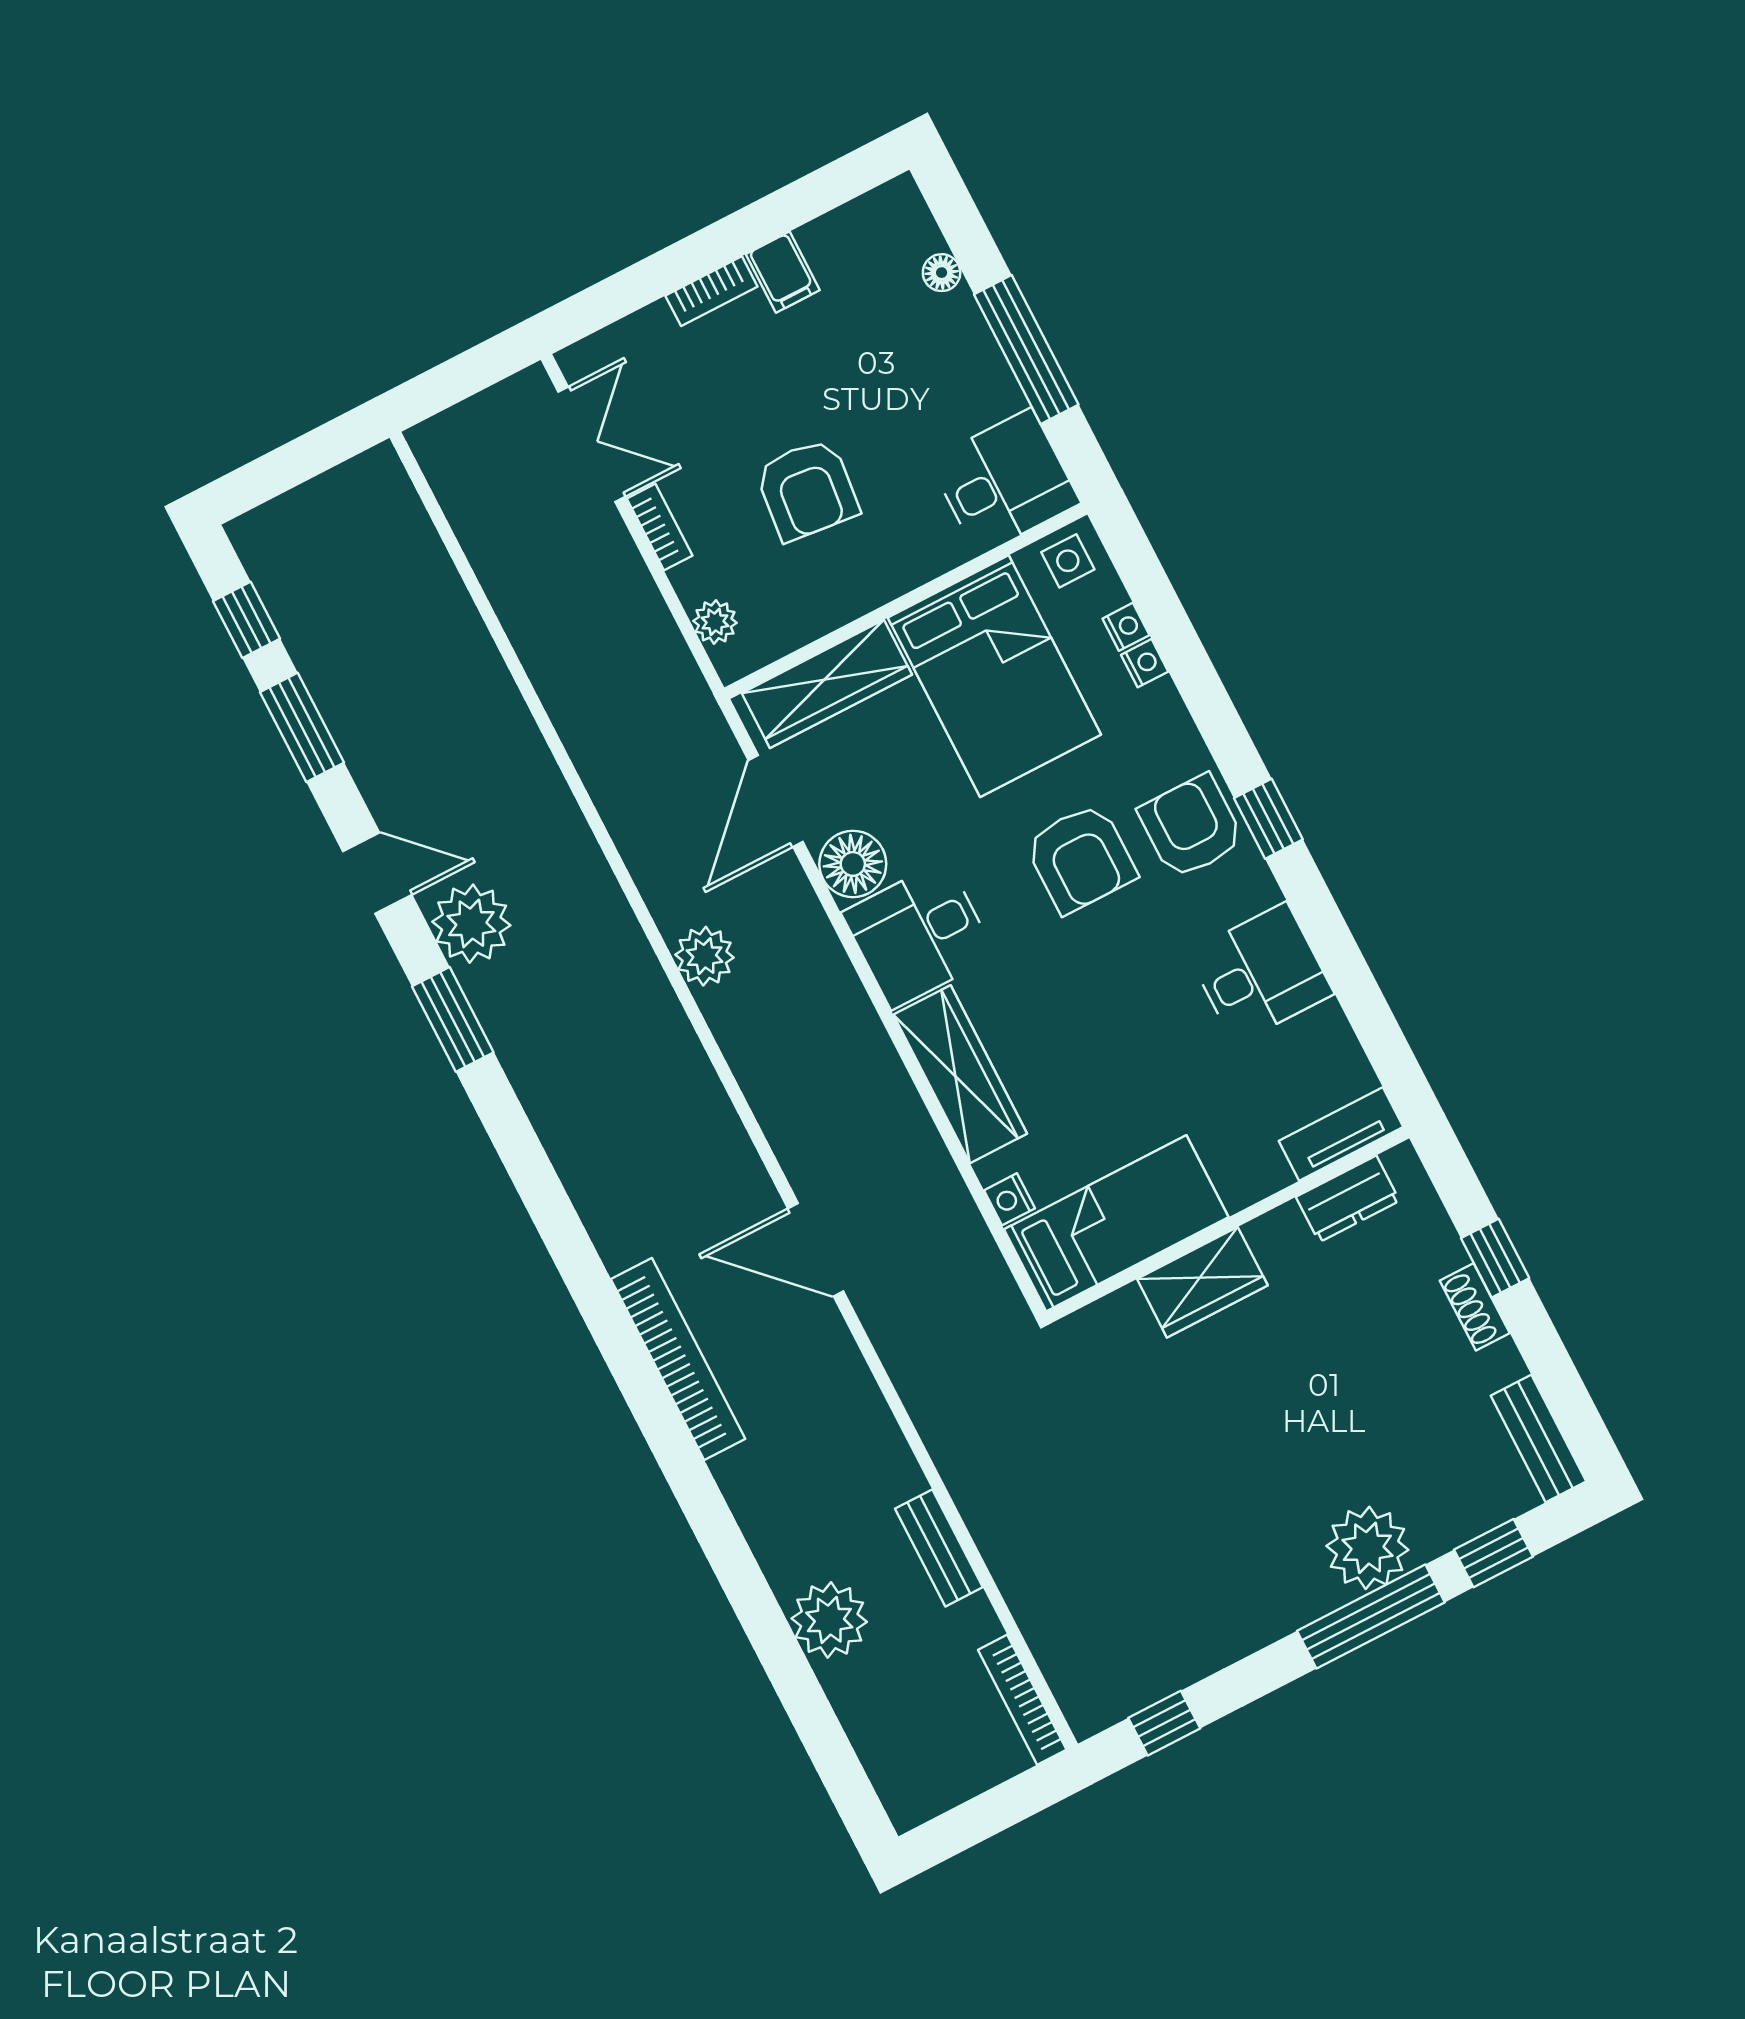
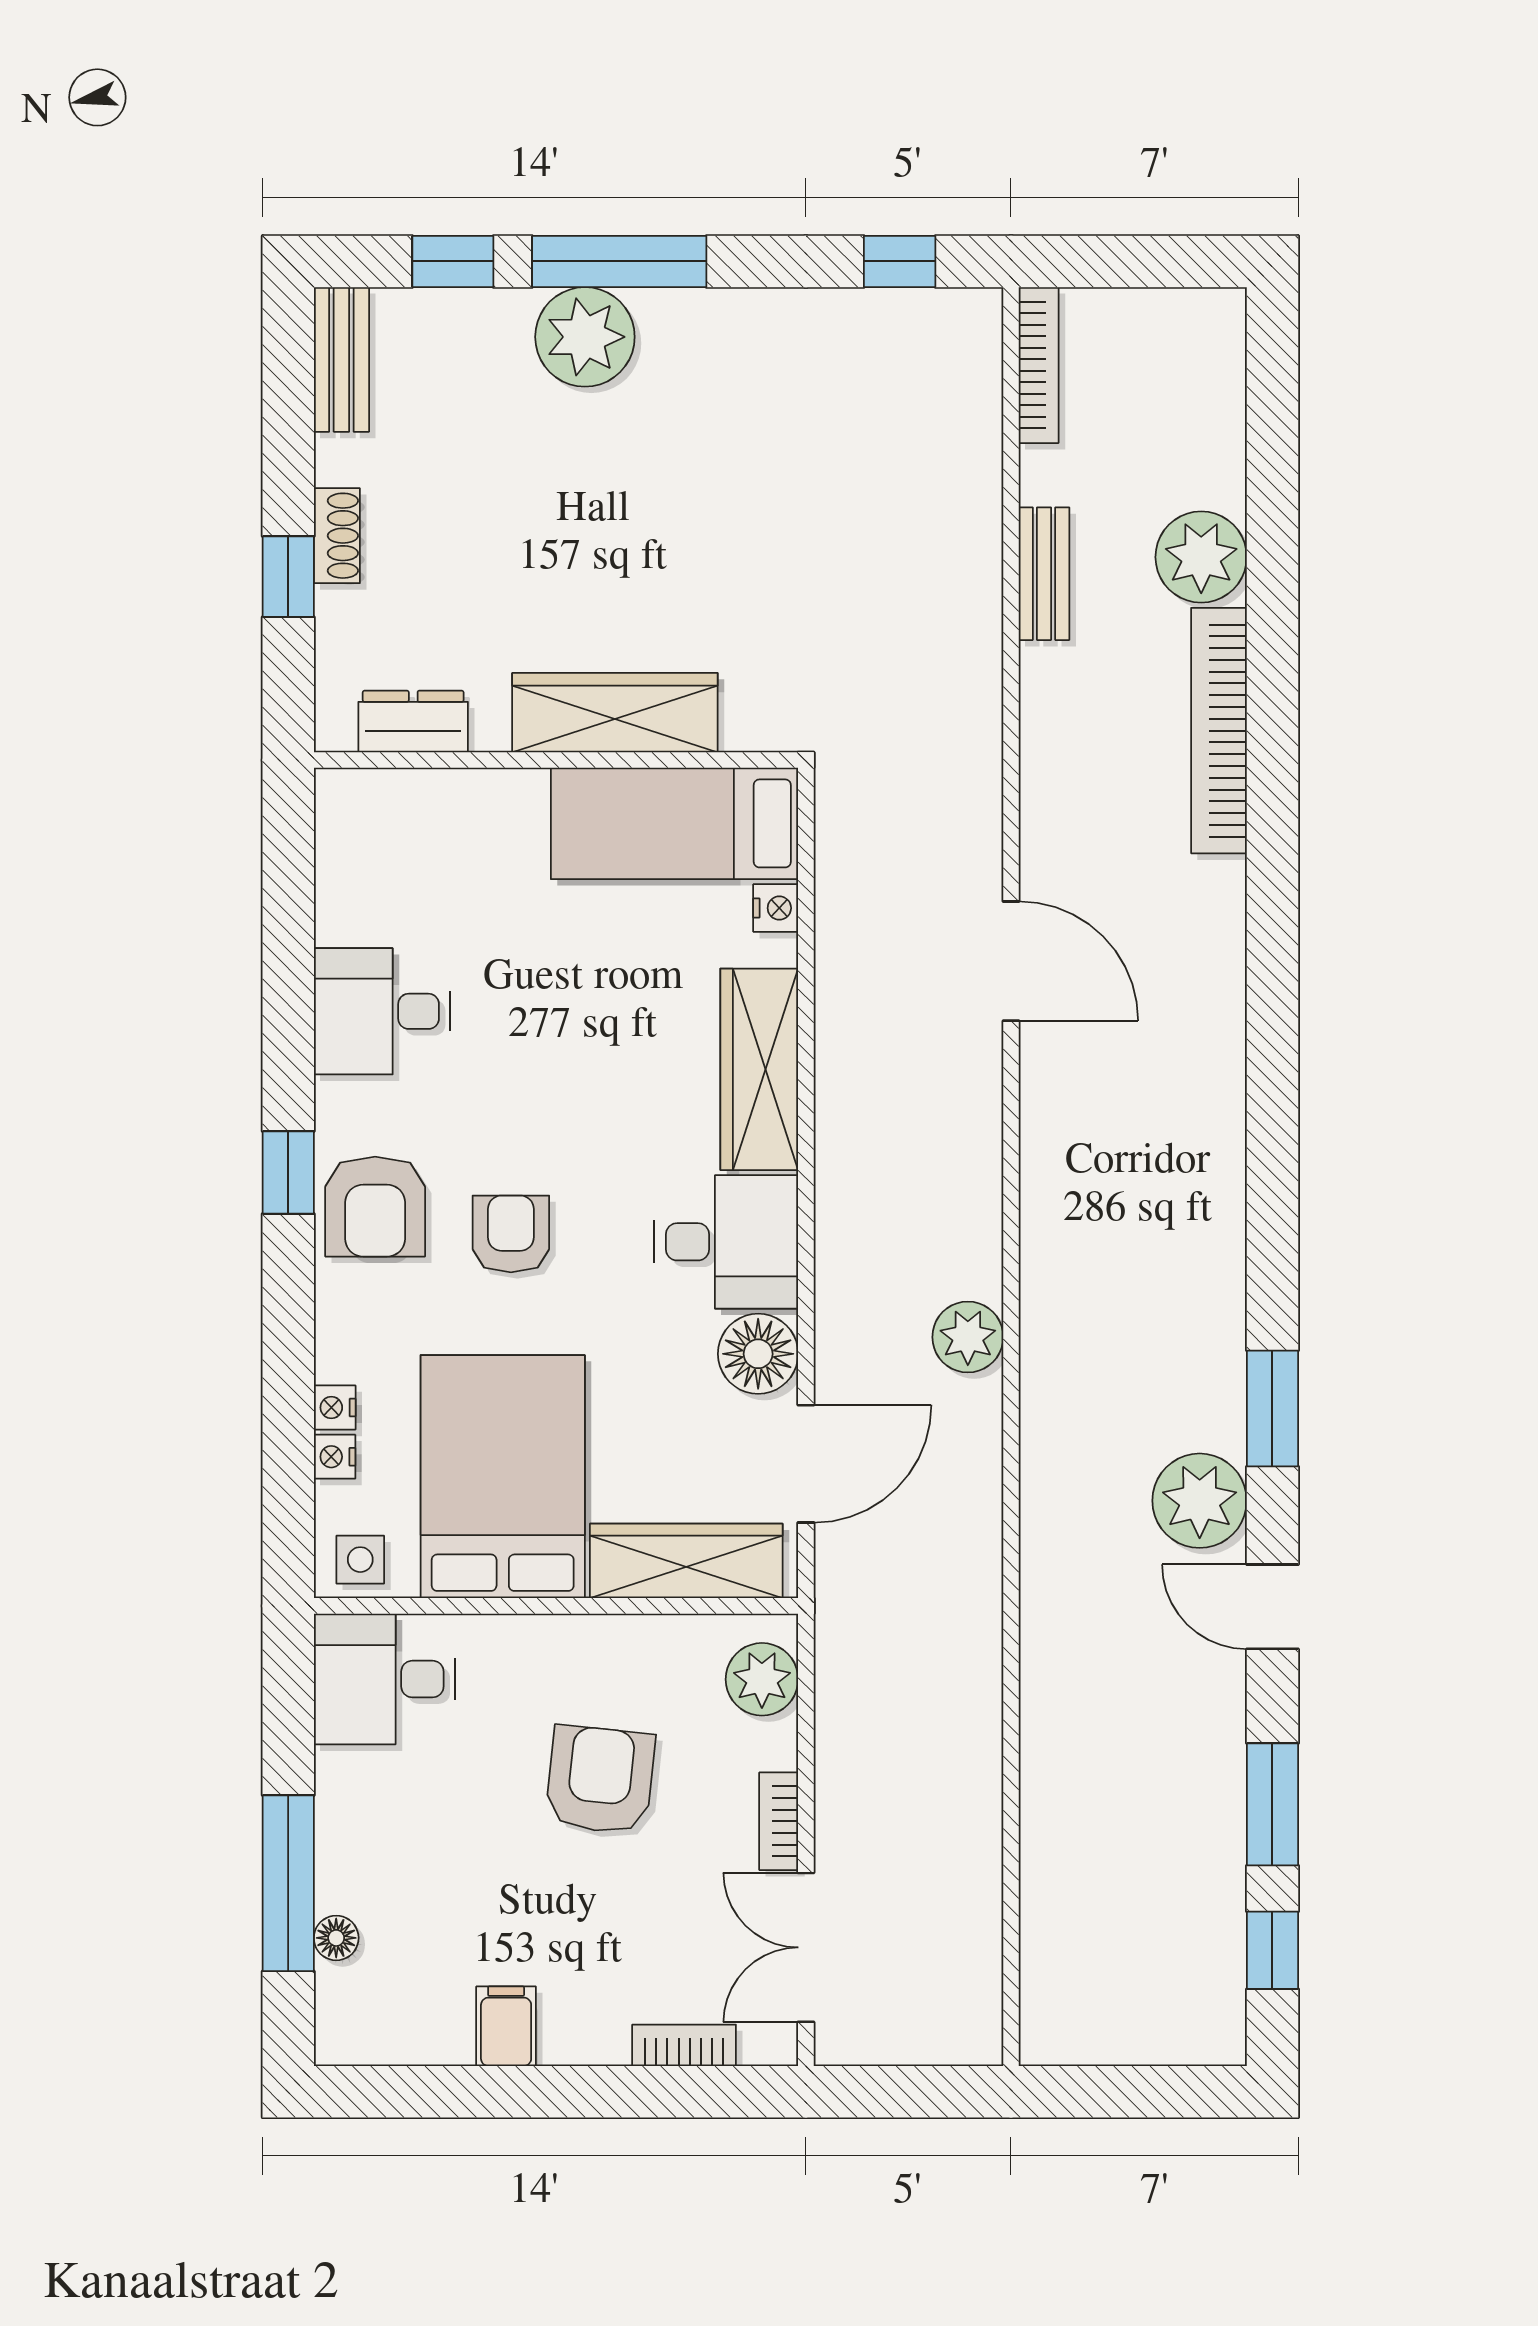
bookcase: (711, 291) -> (684, 2045), moved
window: (1026, 350) -> (288, 1883), moved
plant: (715, 622) -> (762, 1679), width x1.38, depth x1.38
armchair: (1081, 858) -> (511, 1234), width x0.72, depth x0.72
tv unit: (1341, 1134) -> (384, 795), removed
wardrobe: (1202, 1282) -> (615, 713), width x1.50
bookcase: (678, 1359) -> (1219, 731), moved

